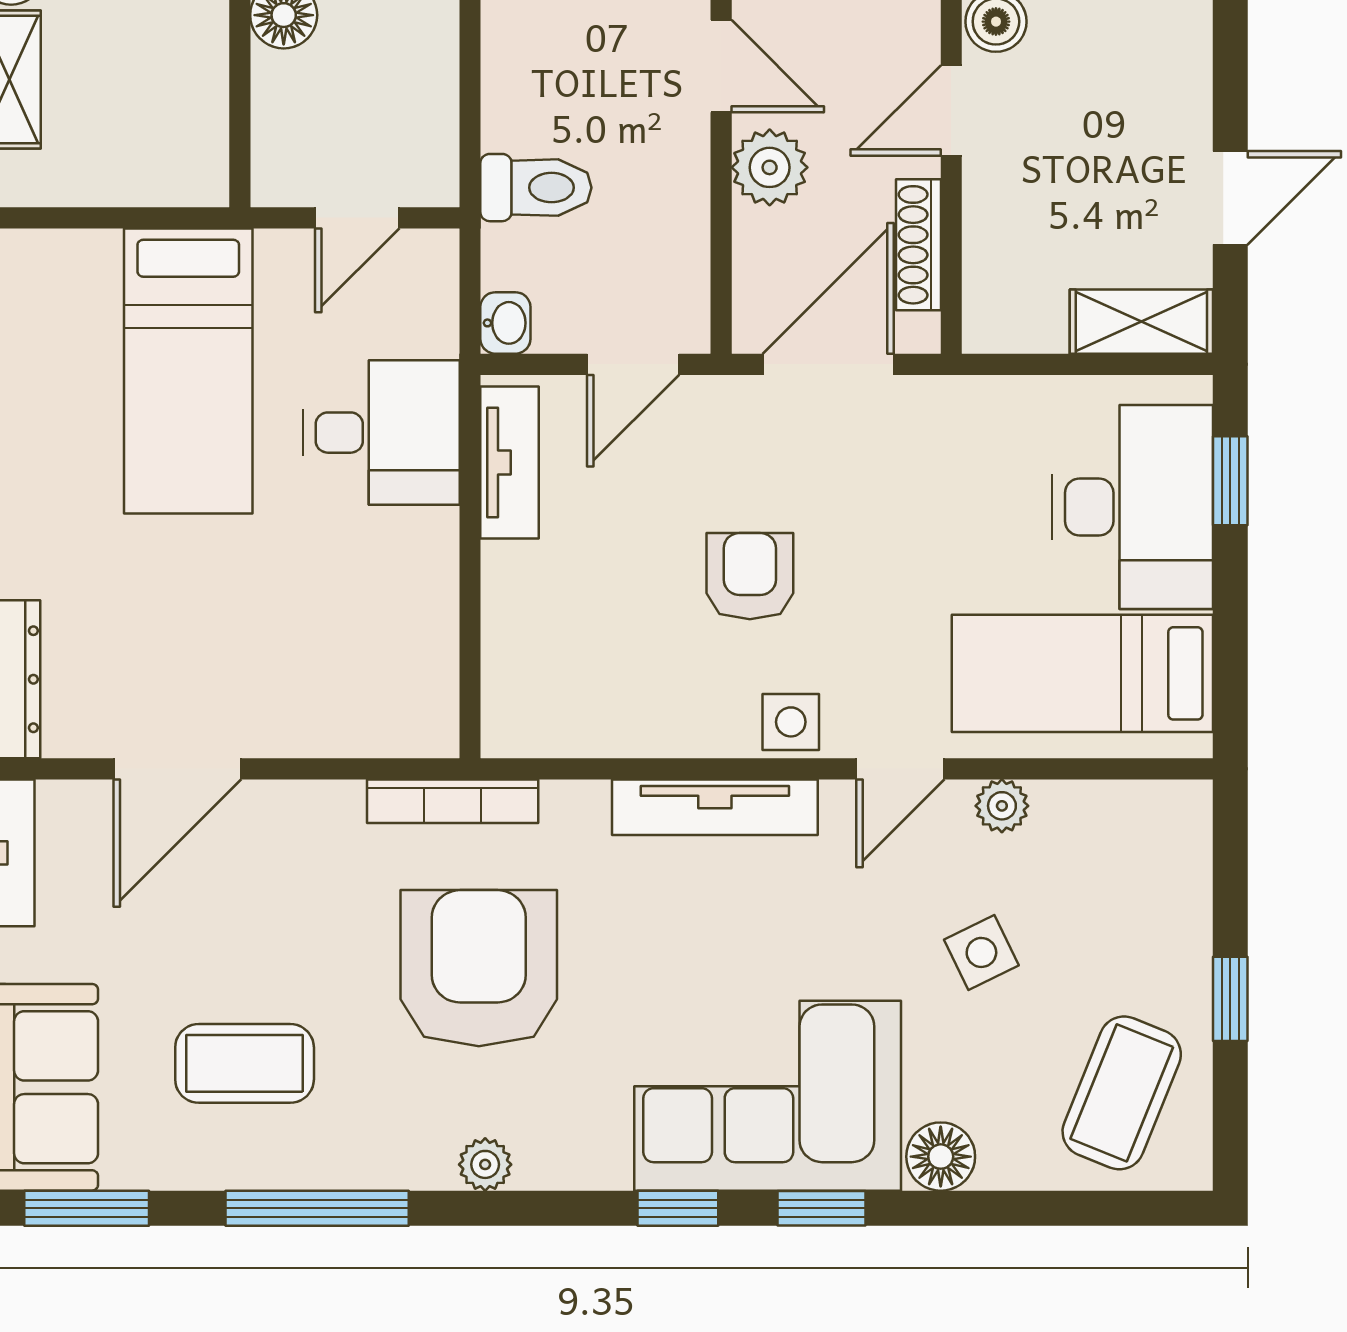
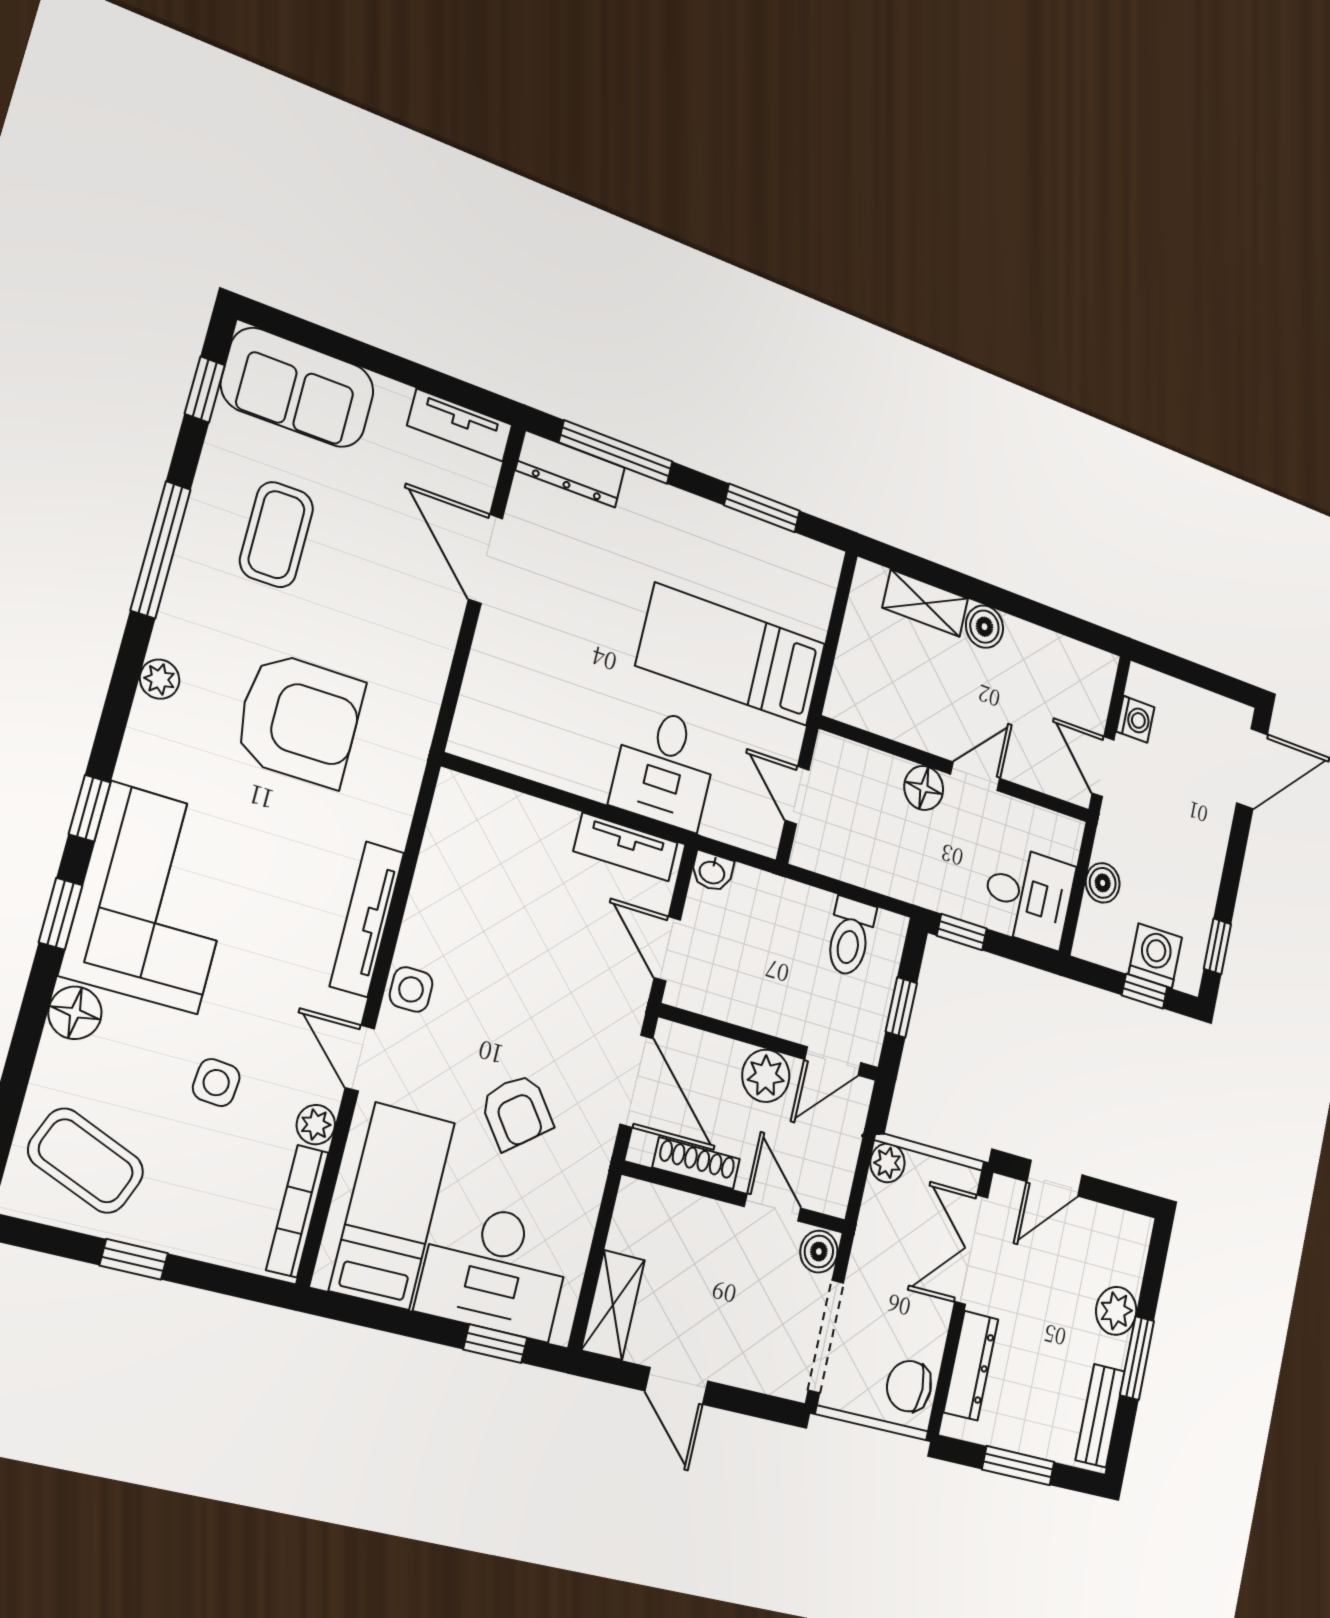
toilet: (536, 188) -> (850, 937), moved
armchair: (750, 576) -> (517, 1112), moved, turned 52
bookcase: (453, 801) -> (297, 1211), moved
side table: (981, 952) -> (216, 1083), turned 31
window: (87, 1208) -> (205, 389), width x0.67

